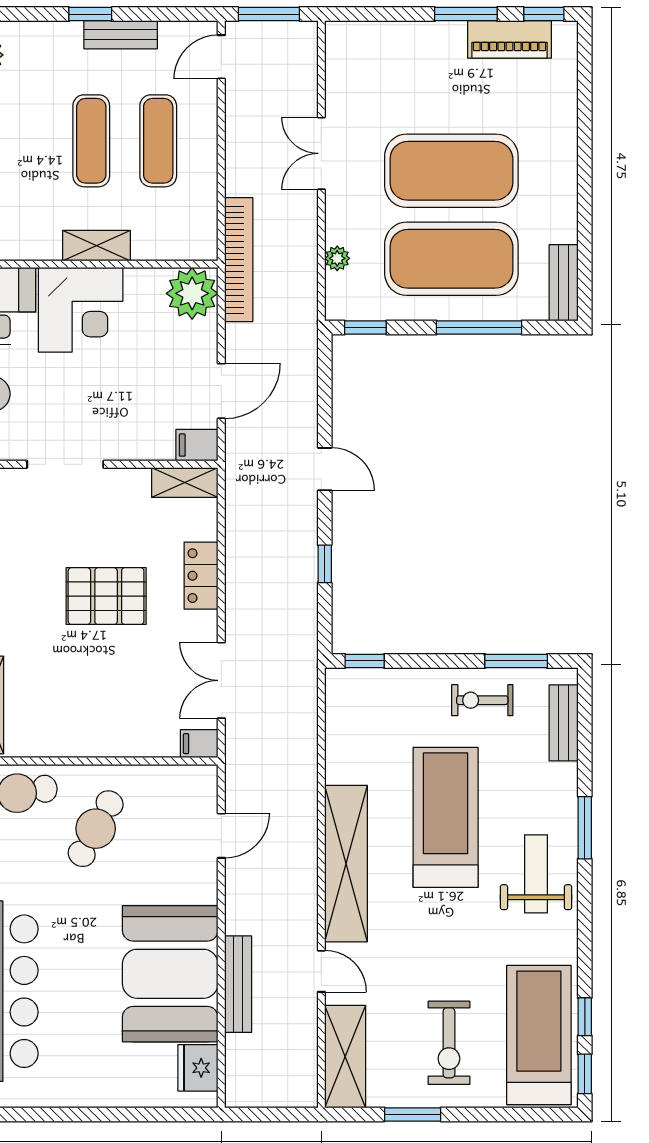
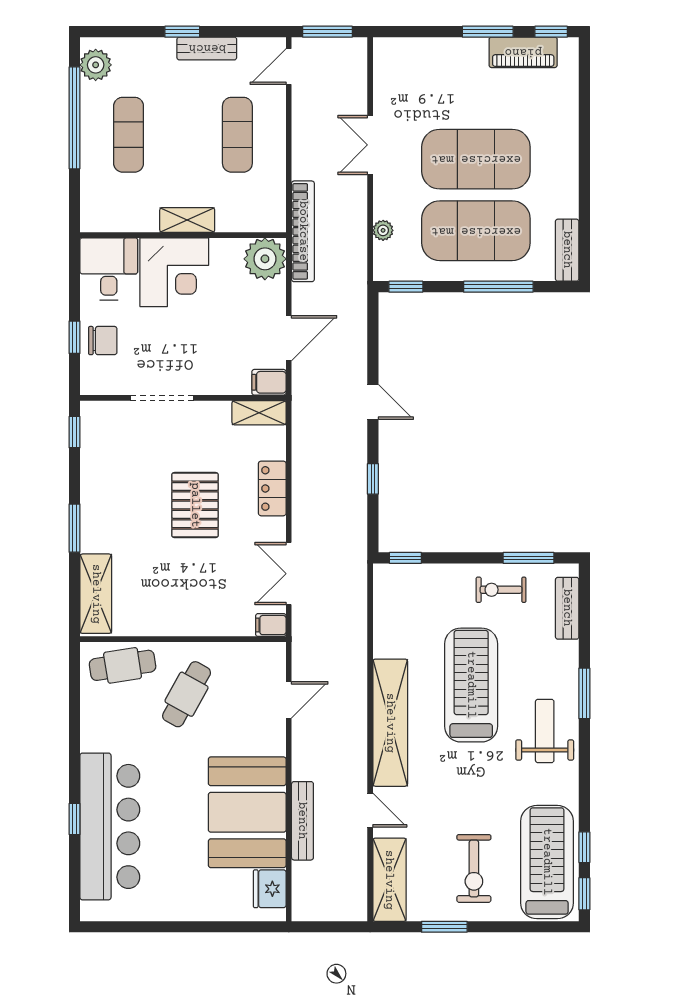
exercise mat: (91, 141) -> (129, 135), moved
pallet: (106, 596) -> (195, 505), turned 90

